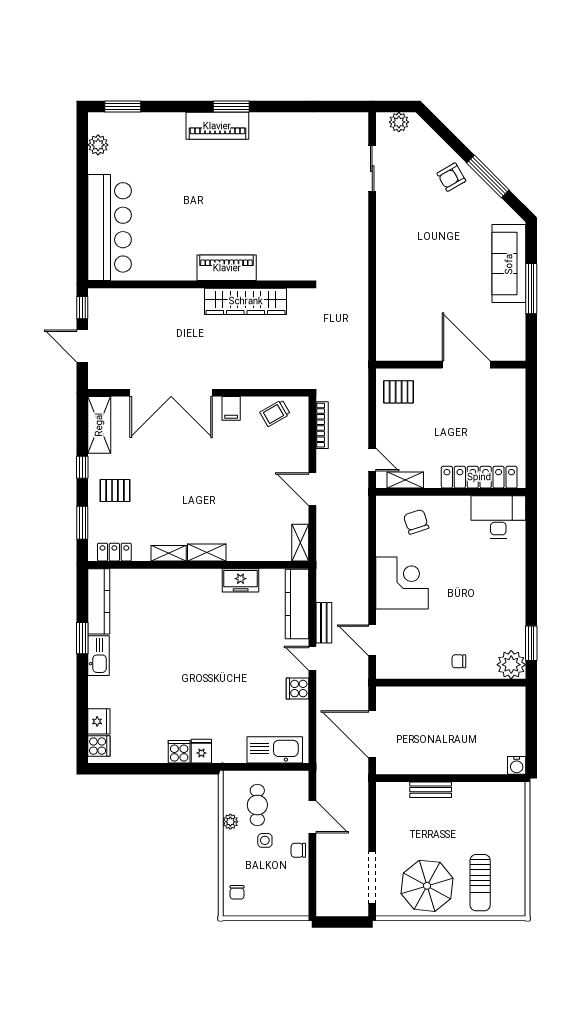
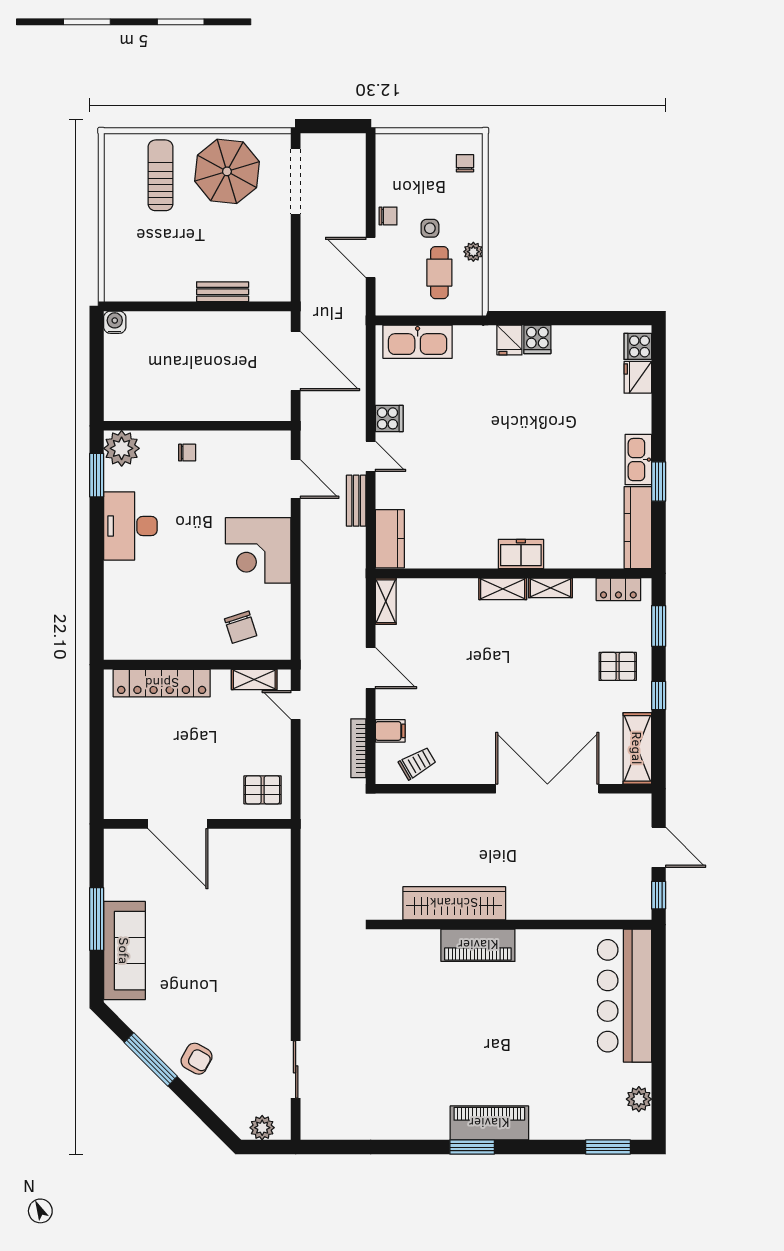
armchair: (451, 177) -> (197, 1059), turned 59
filing cabinet: (231, 408) -> (390, 731), moved, turned 90
desk: (498, 517) -> (130, 526), moved, turned 90
freezer: (241, 580) -> (521, 554), moved
kitchen counter: (297, 604) -> (390, 539), width x0.67

